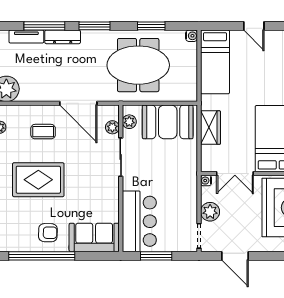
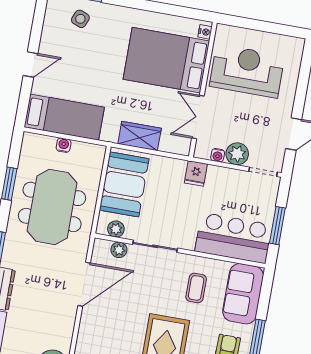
water cooler: (192, 36) -> (64, 145), moved
coffee table: (43, 132) -> (196, 288), moved
double door: (235, 174) -> (198, 117), swing flipped
fridge: (188, 180) -> (196, 173), added
water cooler: (206, 181) -> (218, 155), moved

